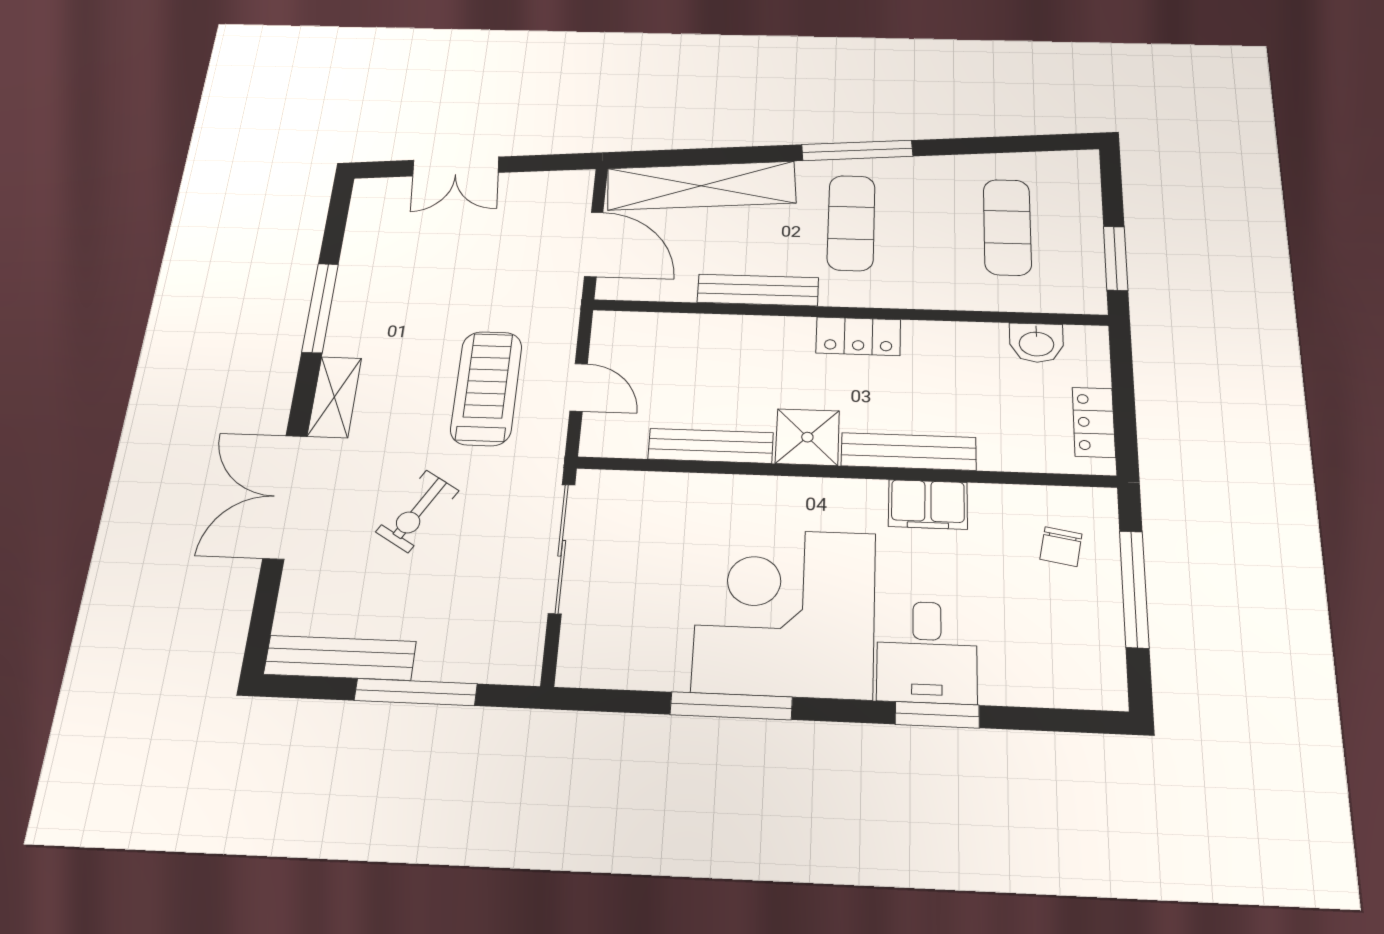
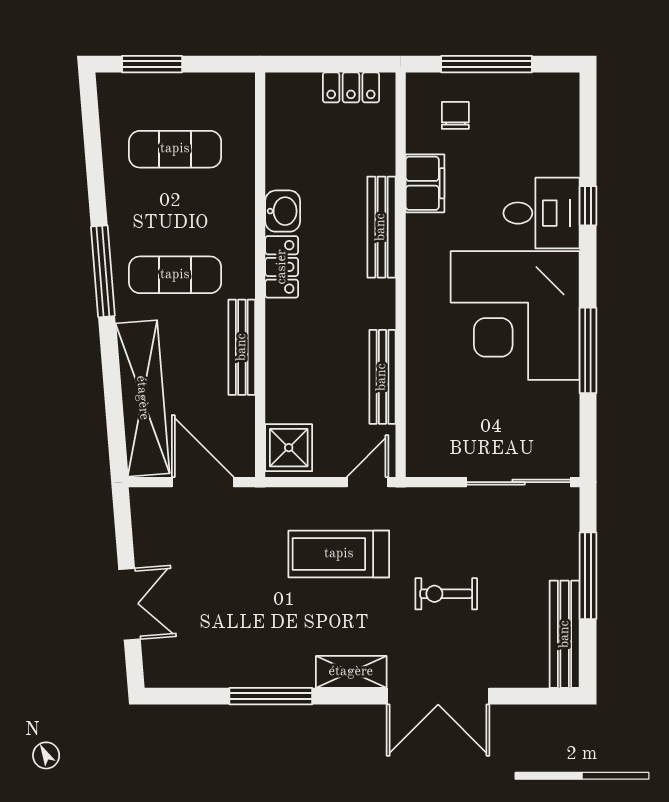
door: (594, 244) -> (203, 482), hinge flipped
window: (1116, 258) -> (152, 64), moved
washbasin: (1036, 343) -> (283, 211), moved
door: (579, 387) -> (368, 482), moved
shower: (807, 437) -> (289, 448), moved
filing cabinet: (928, 504) -> (425, 183), moved
exercise bike: (417, 511) -> (446, 594), turned 149
chair: (1061, 547) -> (455, 115), turned -100
sliding door: (562, 548) -> (519, 482), moved
window: (937, 715) -> (588, 206), width x0.67

